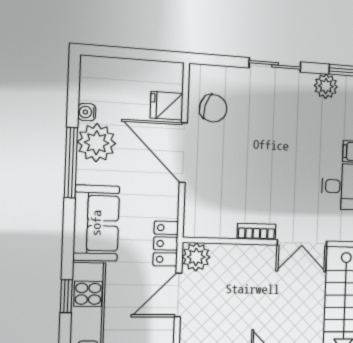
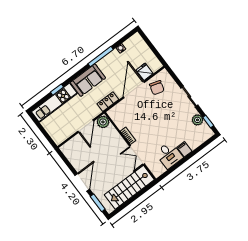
plant: (97, 143) -> (114, 59), removed
locker: (166, 244) -> (108, 102), moved
door: (178, 295) -> (86, 126), swing flipped

